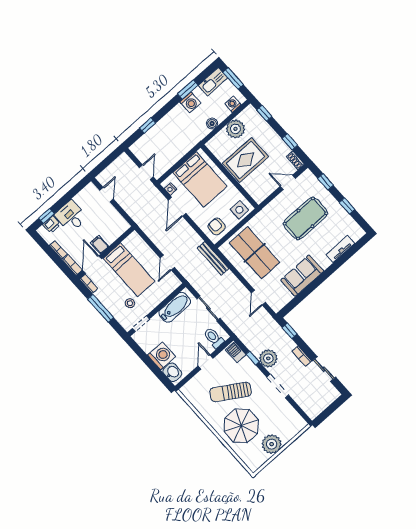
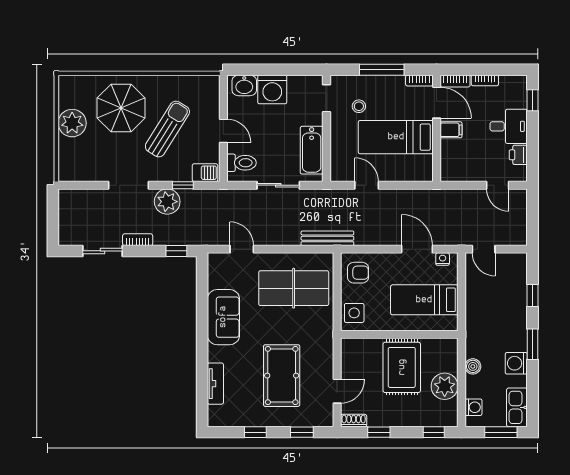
window: (188, 90) -> (533, 344), moved
bed: (200, 180) -> (424, 300), width x0.67
printer: (52, 224) -> (518, 155), moved

